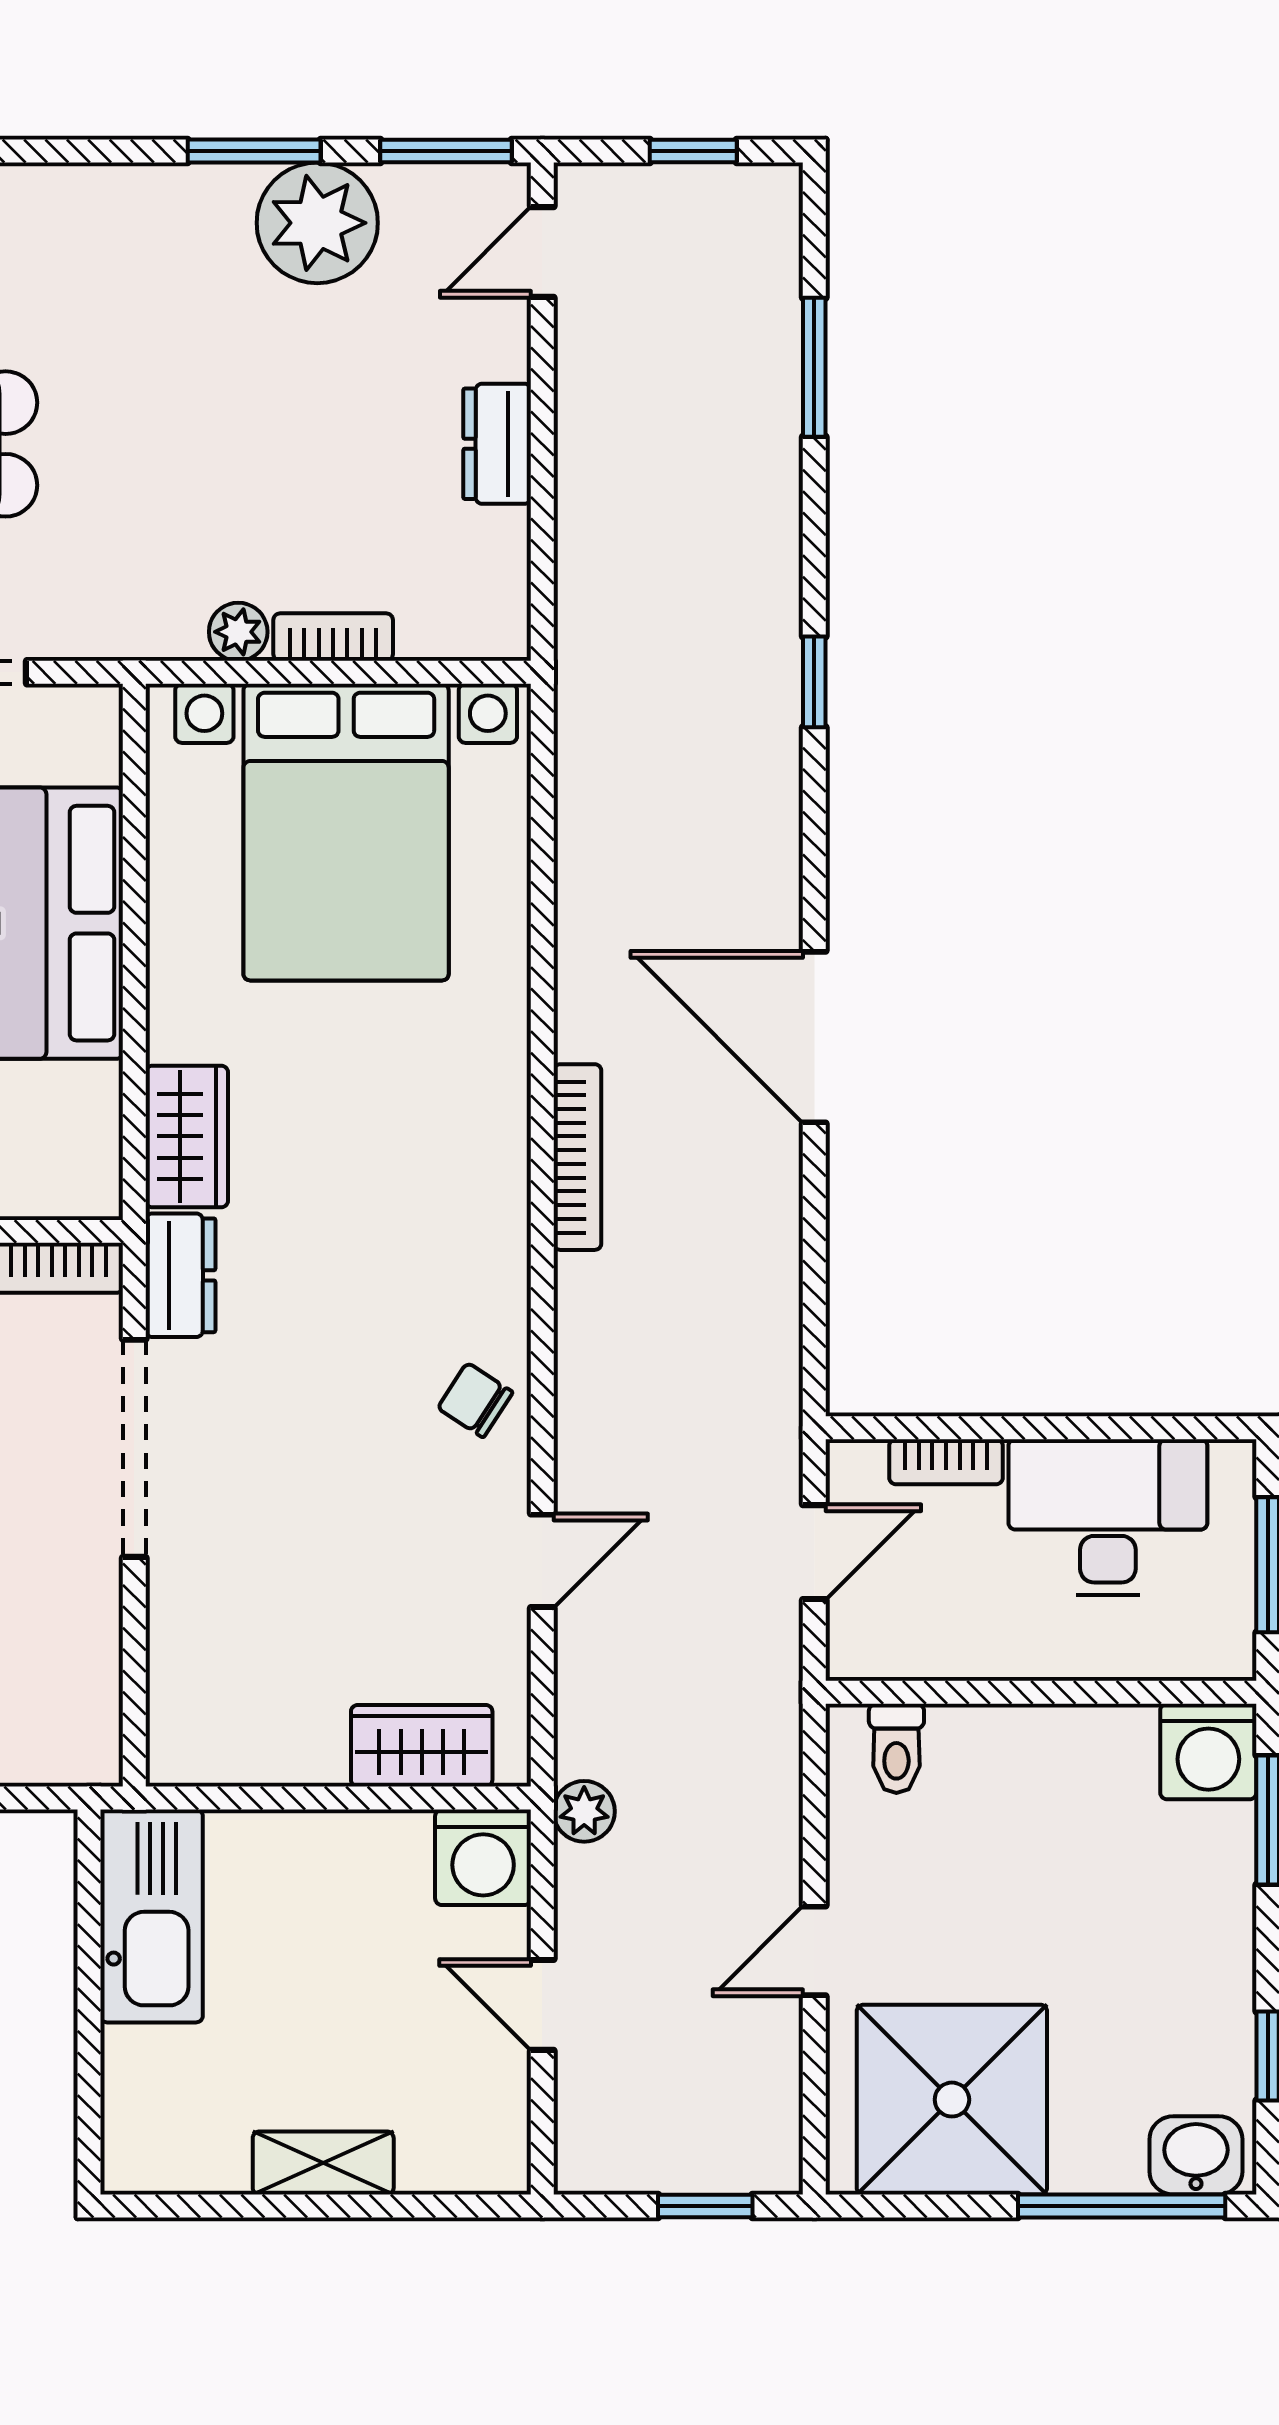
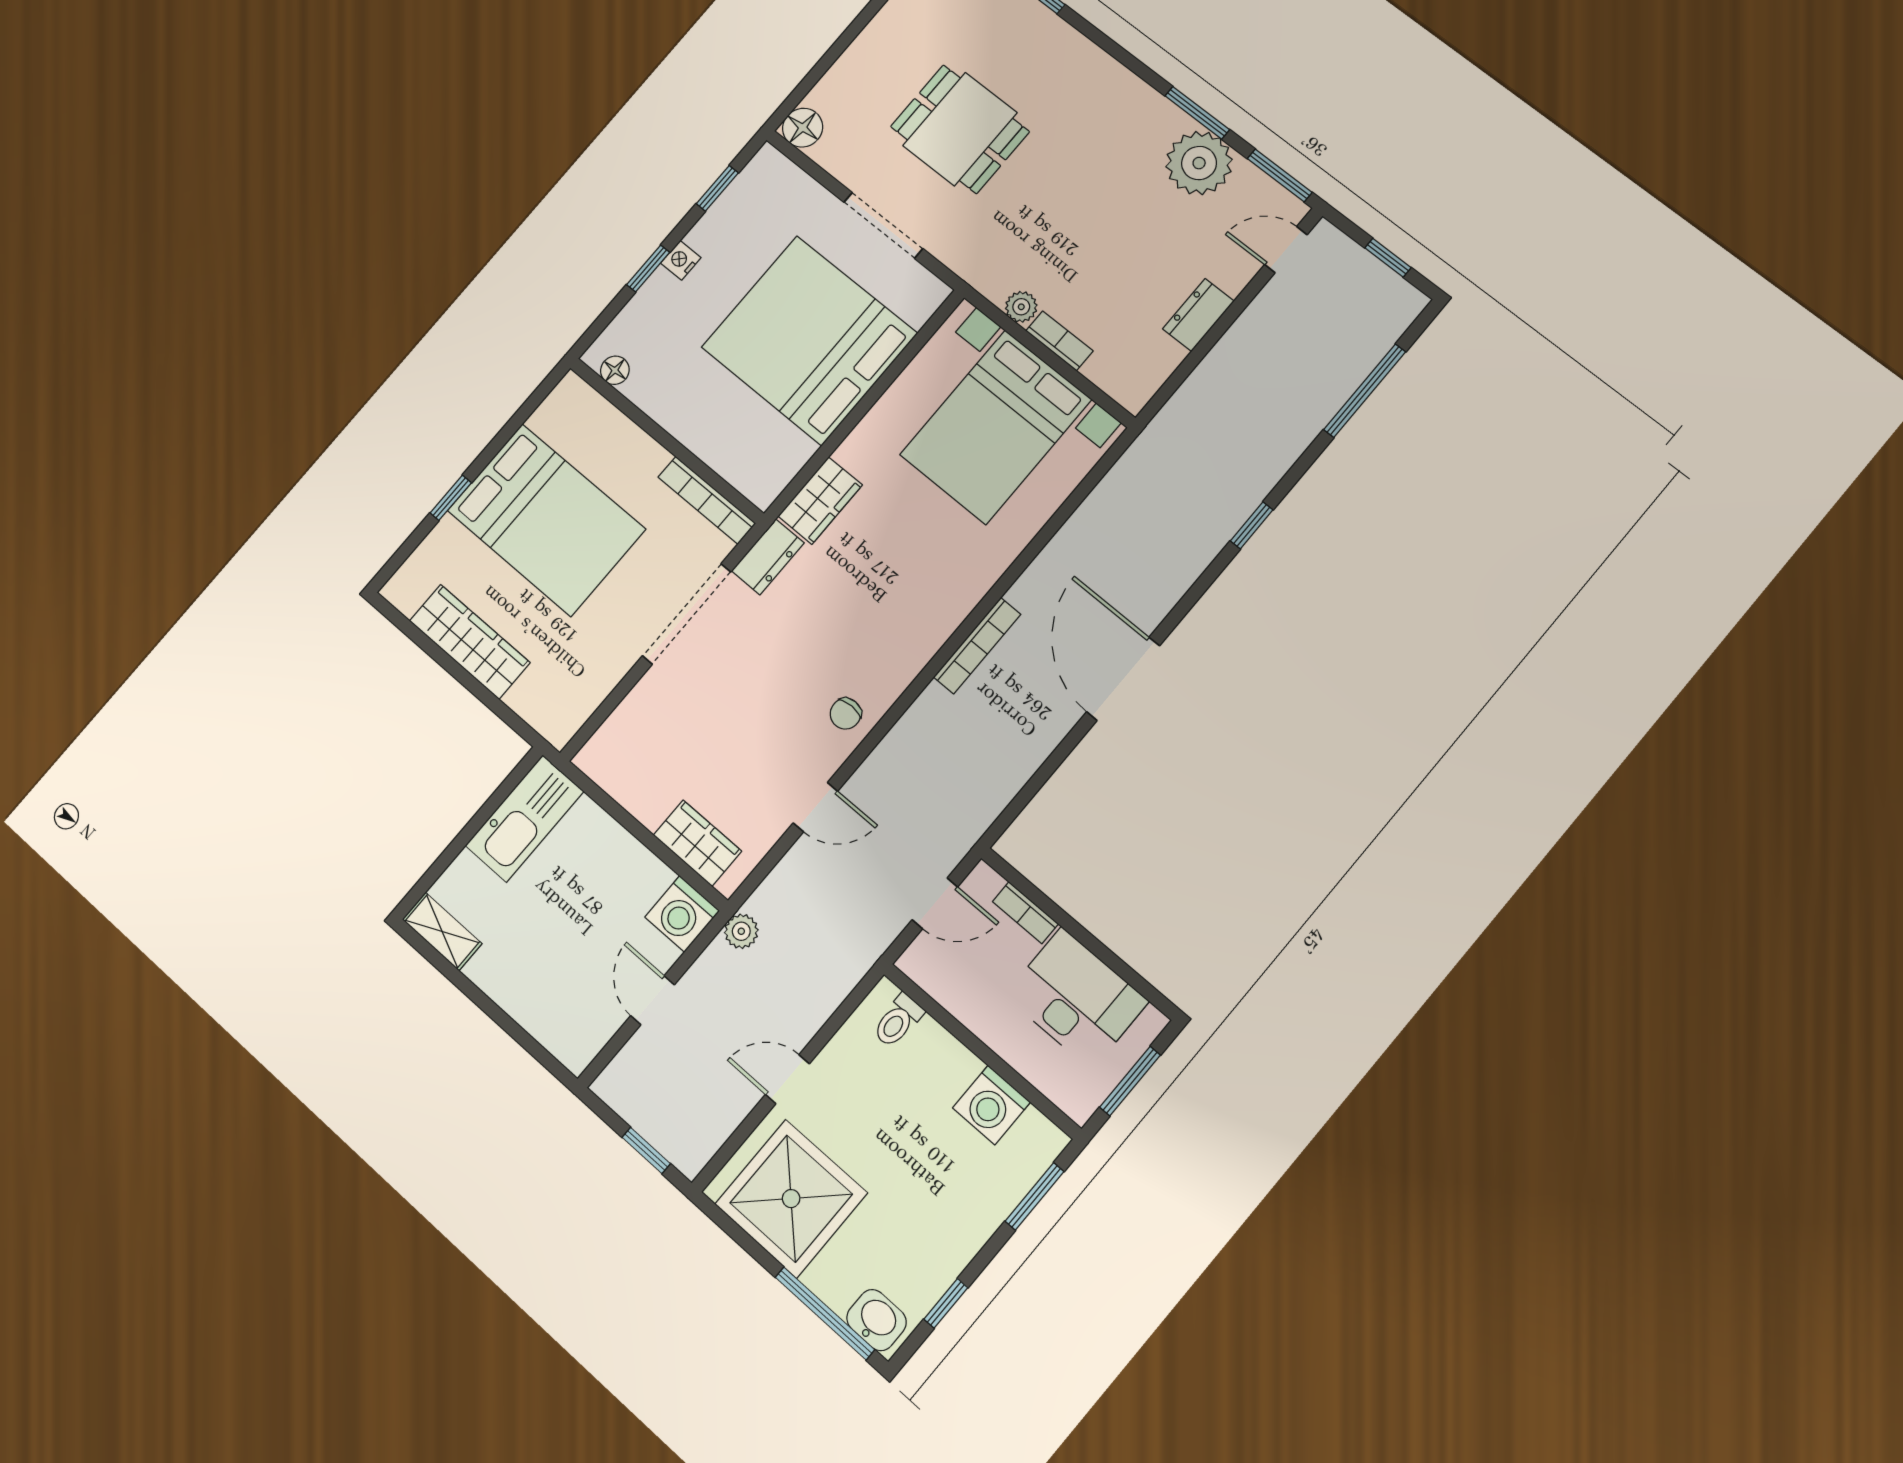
window: (814, 367) -> (1365, 391), width x1.44
chair: (475, 1400) -> (846, 714), turned -123
washing machine: (1208, 1751) -> (991, 1105), moved
shelving: (323, 2163) -> (442, 931), moved

